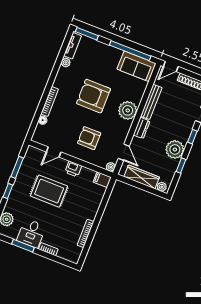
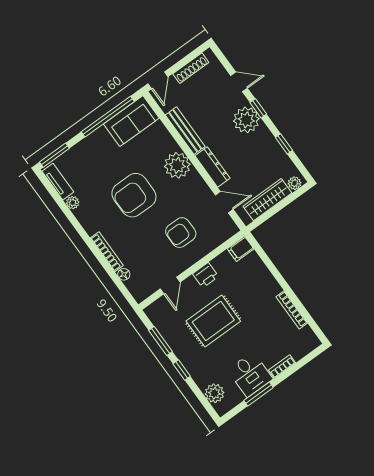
dresser: (142, 128) -> (212, 167), width x1.44
plant: (175, 149) -> (246, 120), moved
plant: (111, 167) -> (232, 229), removed

